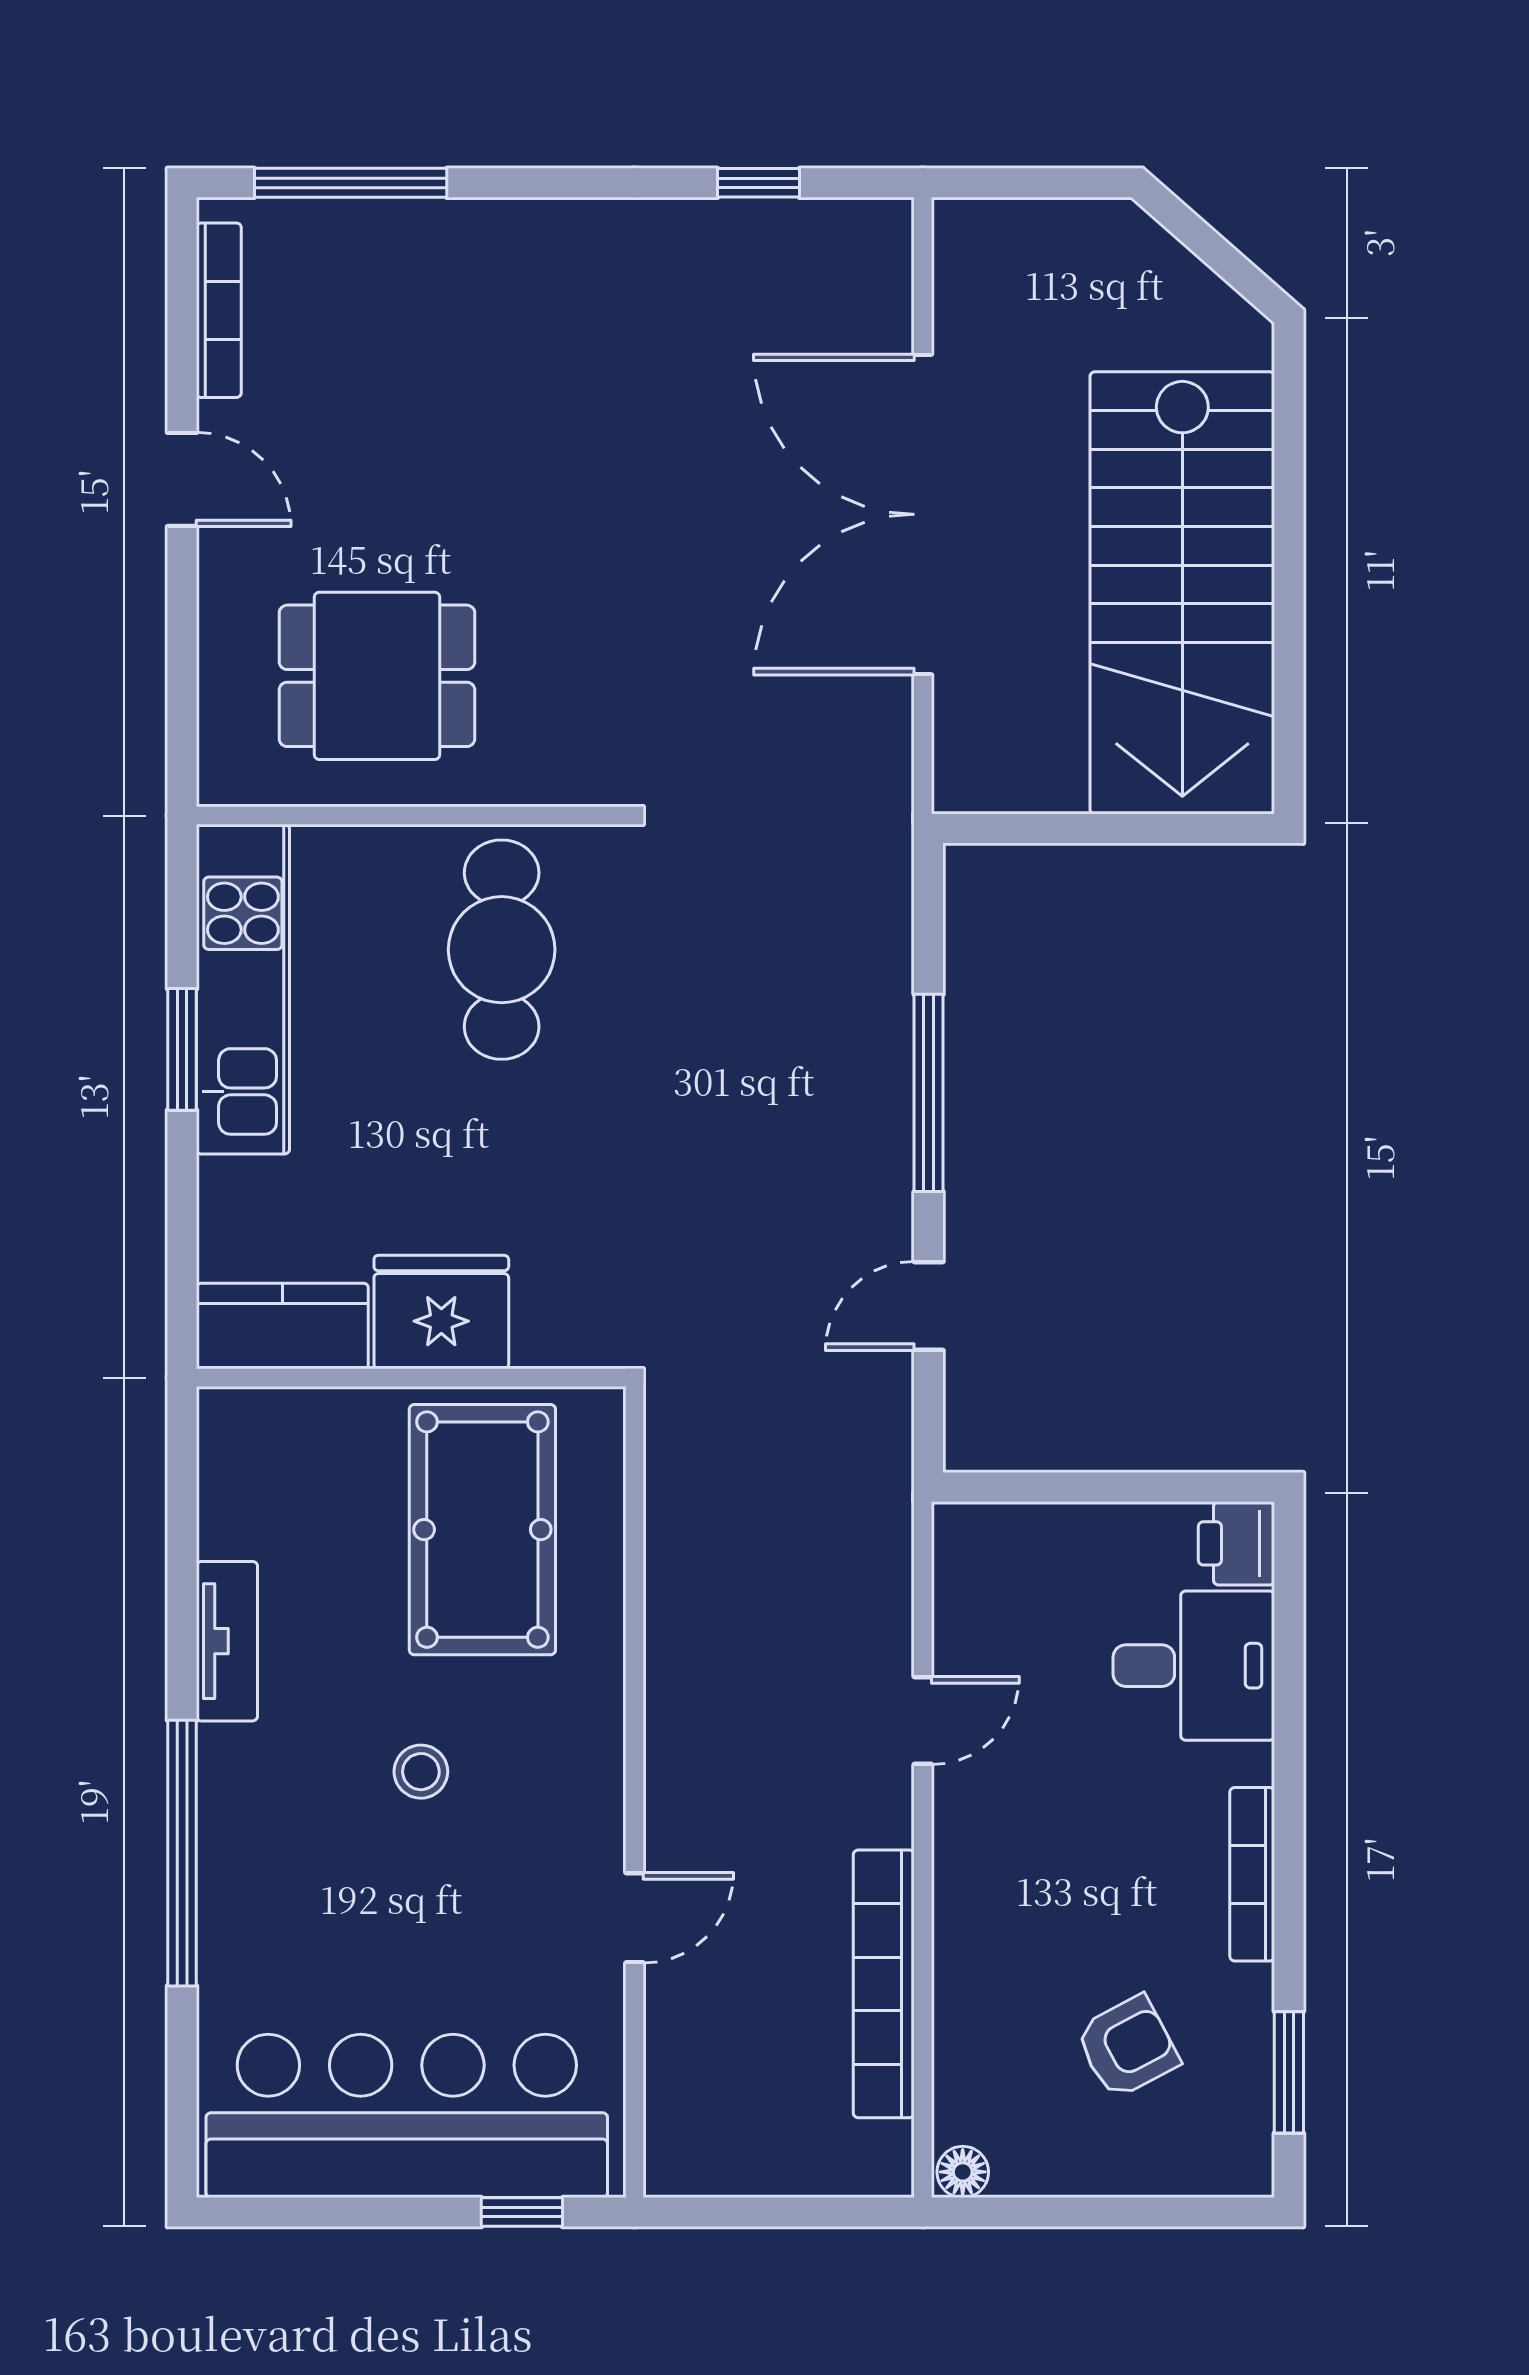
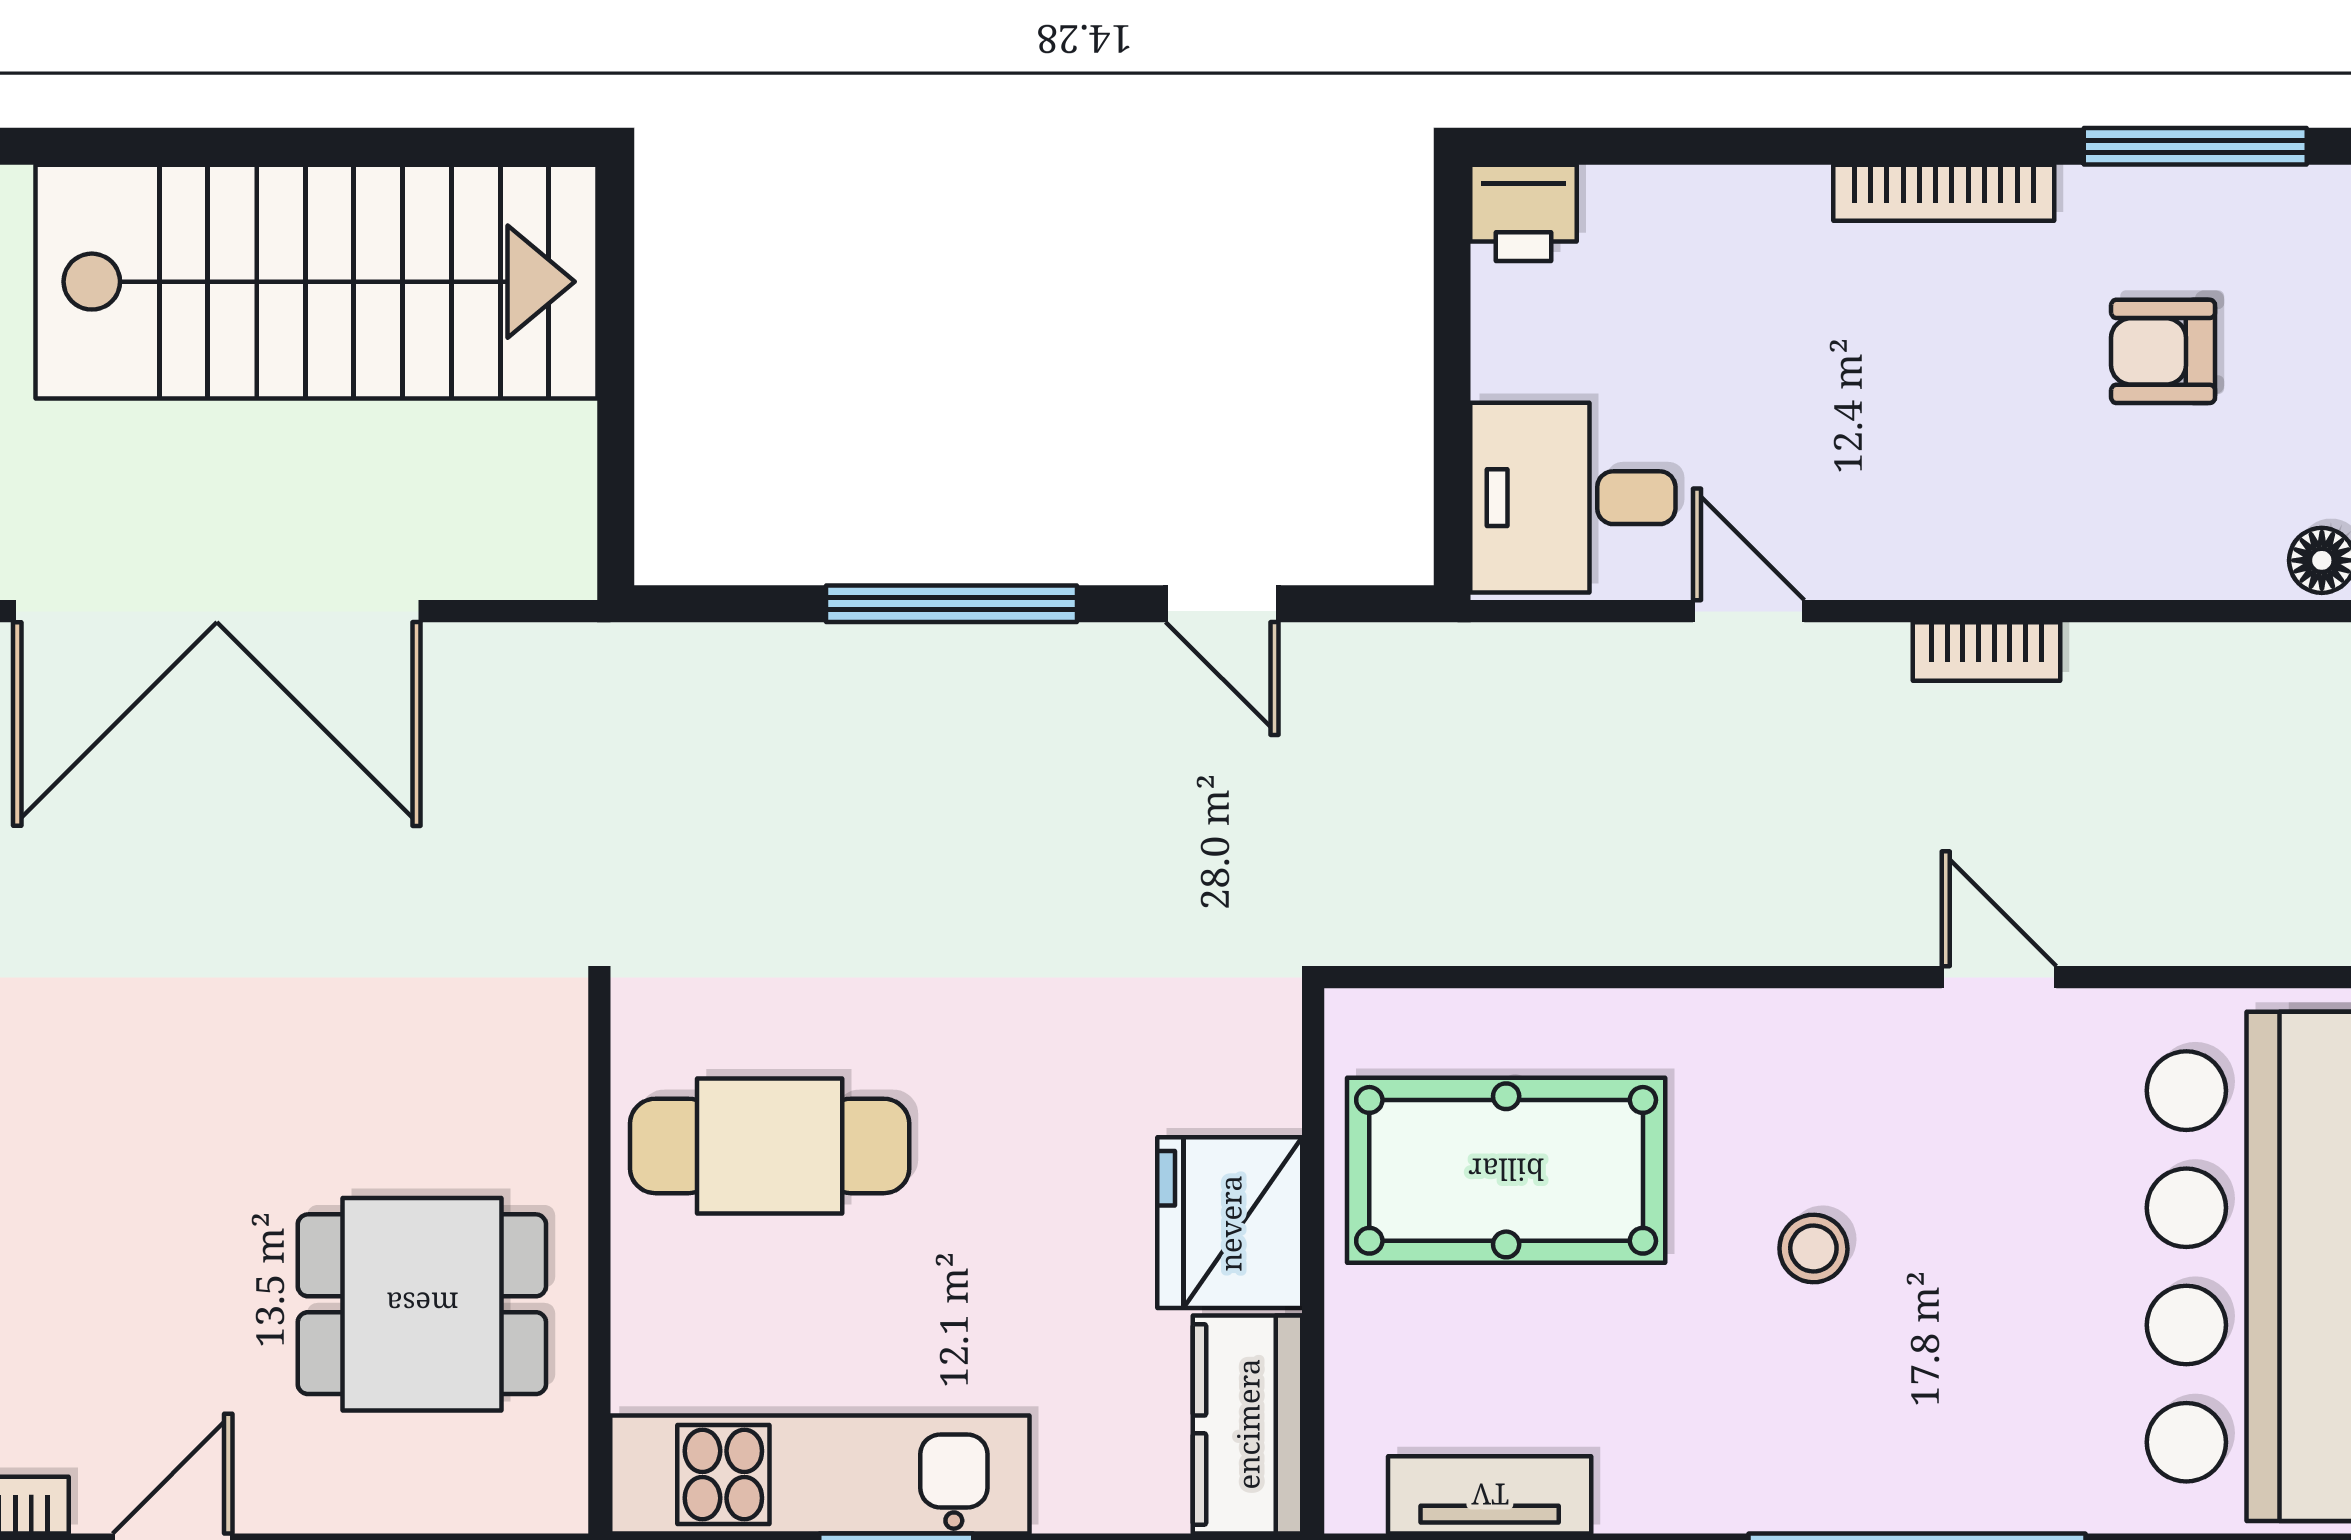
dining table: (377, 676) -> (422, 1304), turned 90
tv unit: (227, 1641) -> (1490, 1495), moved
desk: (1194, 1666) -> (1573, 498), moved, turned -90
bookcase: (884, 1984) -> (1986, 652), width x0.43, depth x0.76
armchair: (1127, 2047) -> (2163, 351), turned -62
window: (1289, 2072) -> (2195, 146), width x1.44

